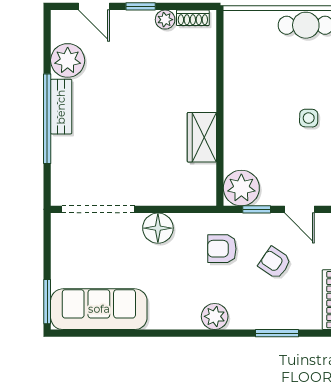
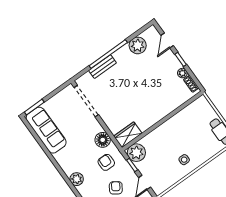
bench: (61, 107) -> (103, 67), moved
wardrobe: (202, 137) -> (128, 135), moved
floor lamp: (158, 228) -> (103, 140), moved

